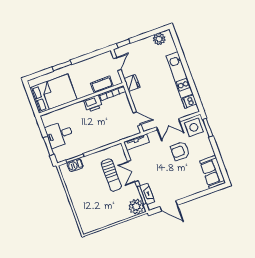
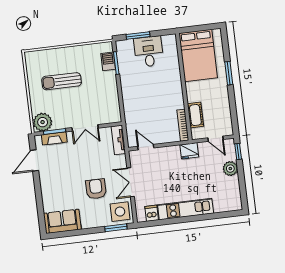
plant: (159, 39) -> (230, 169), moved
printer: (93, 104) -> (176, 99), removed
door: (137, 119) -> (146, 147), swing flipped
double door: (133, 171) -> (85, 128), swing flipped
sun lounger: (111, 175) -> (62, 81), moved

